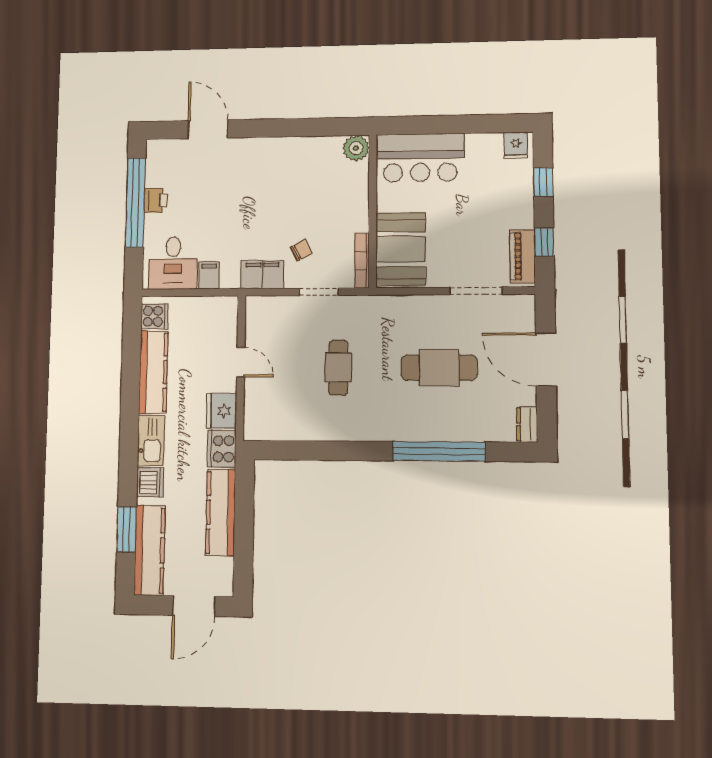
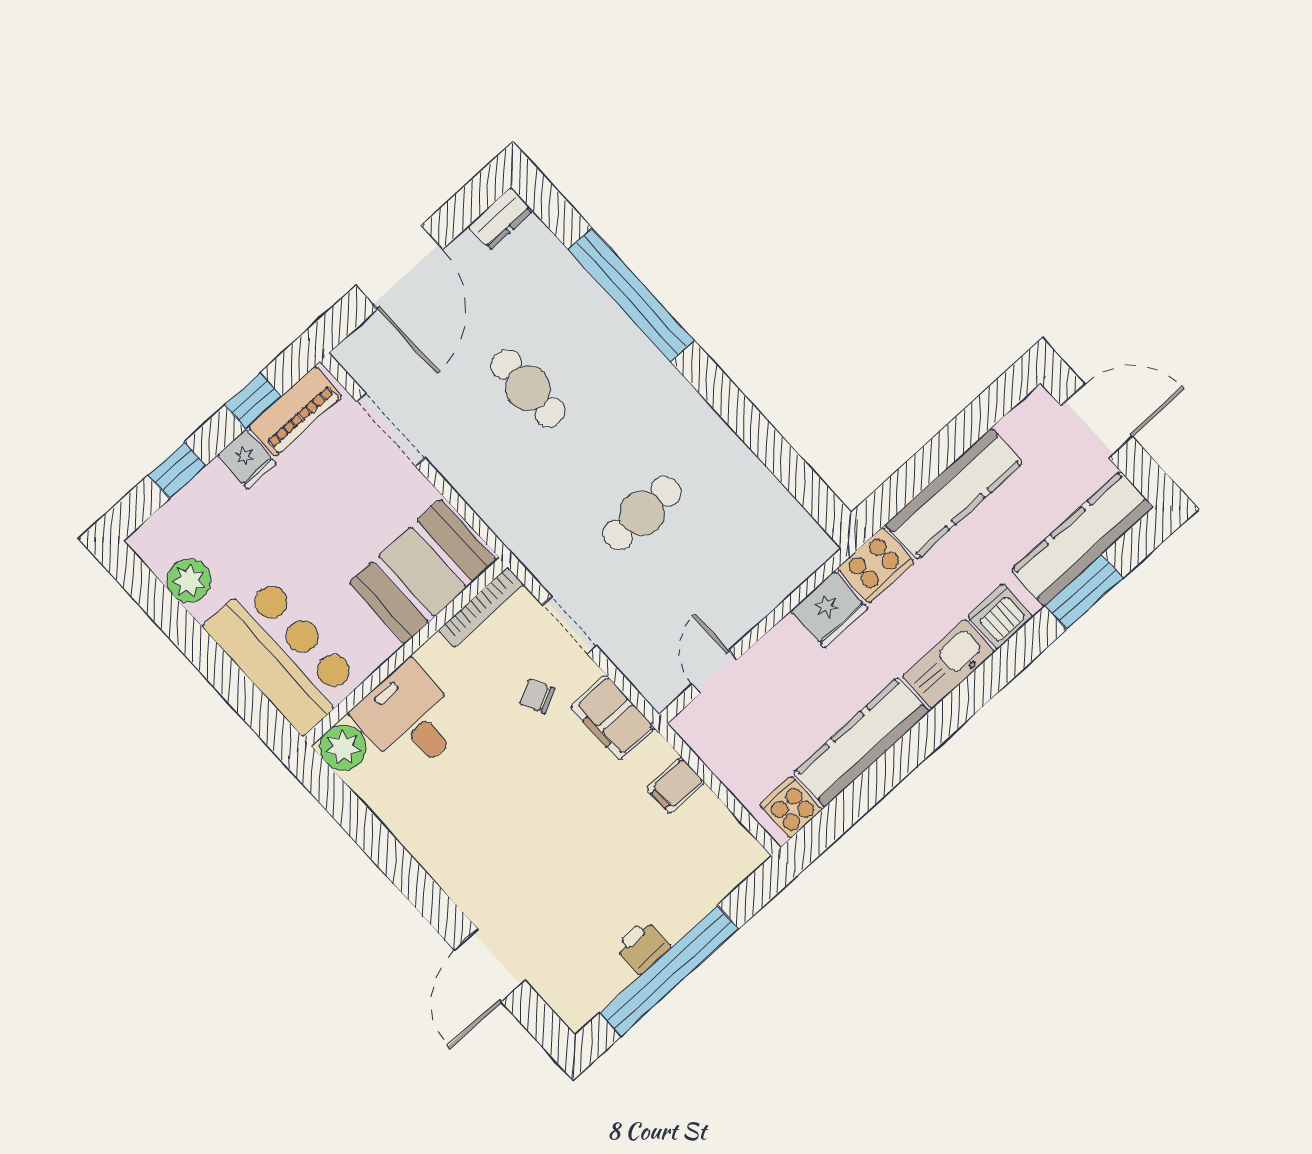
plant: (489, 145) -> (189, 580), added
fridge: (516, 145) -> (247, 459), moved, turned 90
desk: (173, 263) -> (409, 718), moved, turned -90
door: (241, 362) -> (715, 672), moved
cafe table: (439, 368) -> (528, 388), width x0.73, depth x0.74

